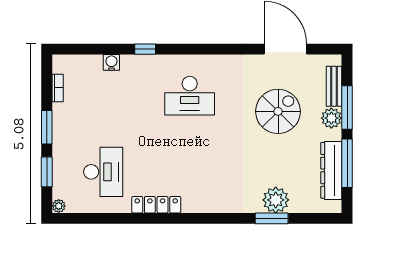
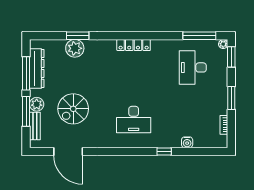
desk: (190, 96) -> (134, 120), turned 180
window: (47, 172) -> (231, 57), moved
locker: (156, 205) -> (134, 45), moved
window: (94, 218) -> (199, 36), added

